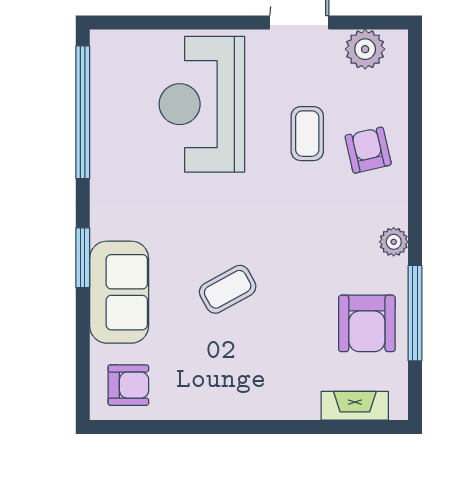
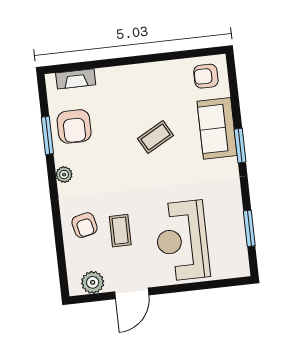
reception desk: (202, 104) -> (182, 241), turned 180
window: (83, 112) -> (249, 228), width x0.47
window: (415, 313) -> (47, 135), width x0.69
armchair: (367, 323) -> (74, 126), turned 180

